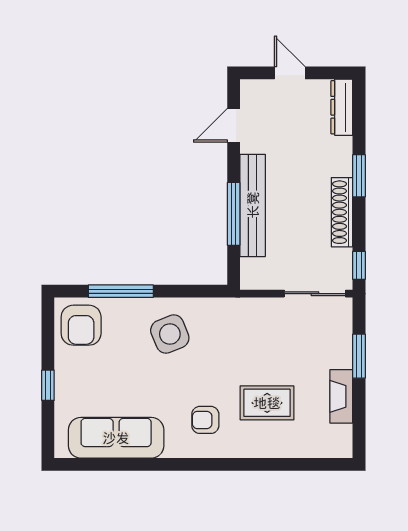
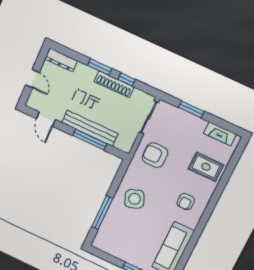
door: (290, 73) -> (32, 79), swing flipped
window: (359, 265) -> (127, 79), moved
armchair: (81, 325) -> (155, 155), moved, turned 180
fireplace: (341, 396) -> (220, 134), moved
rug: (267, 403) -> (206, 167), moved, turned 90

